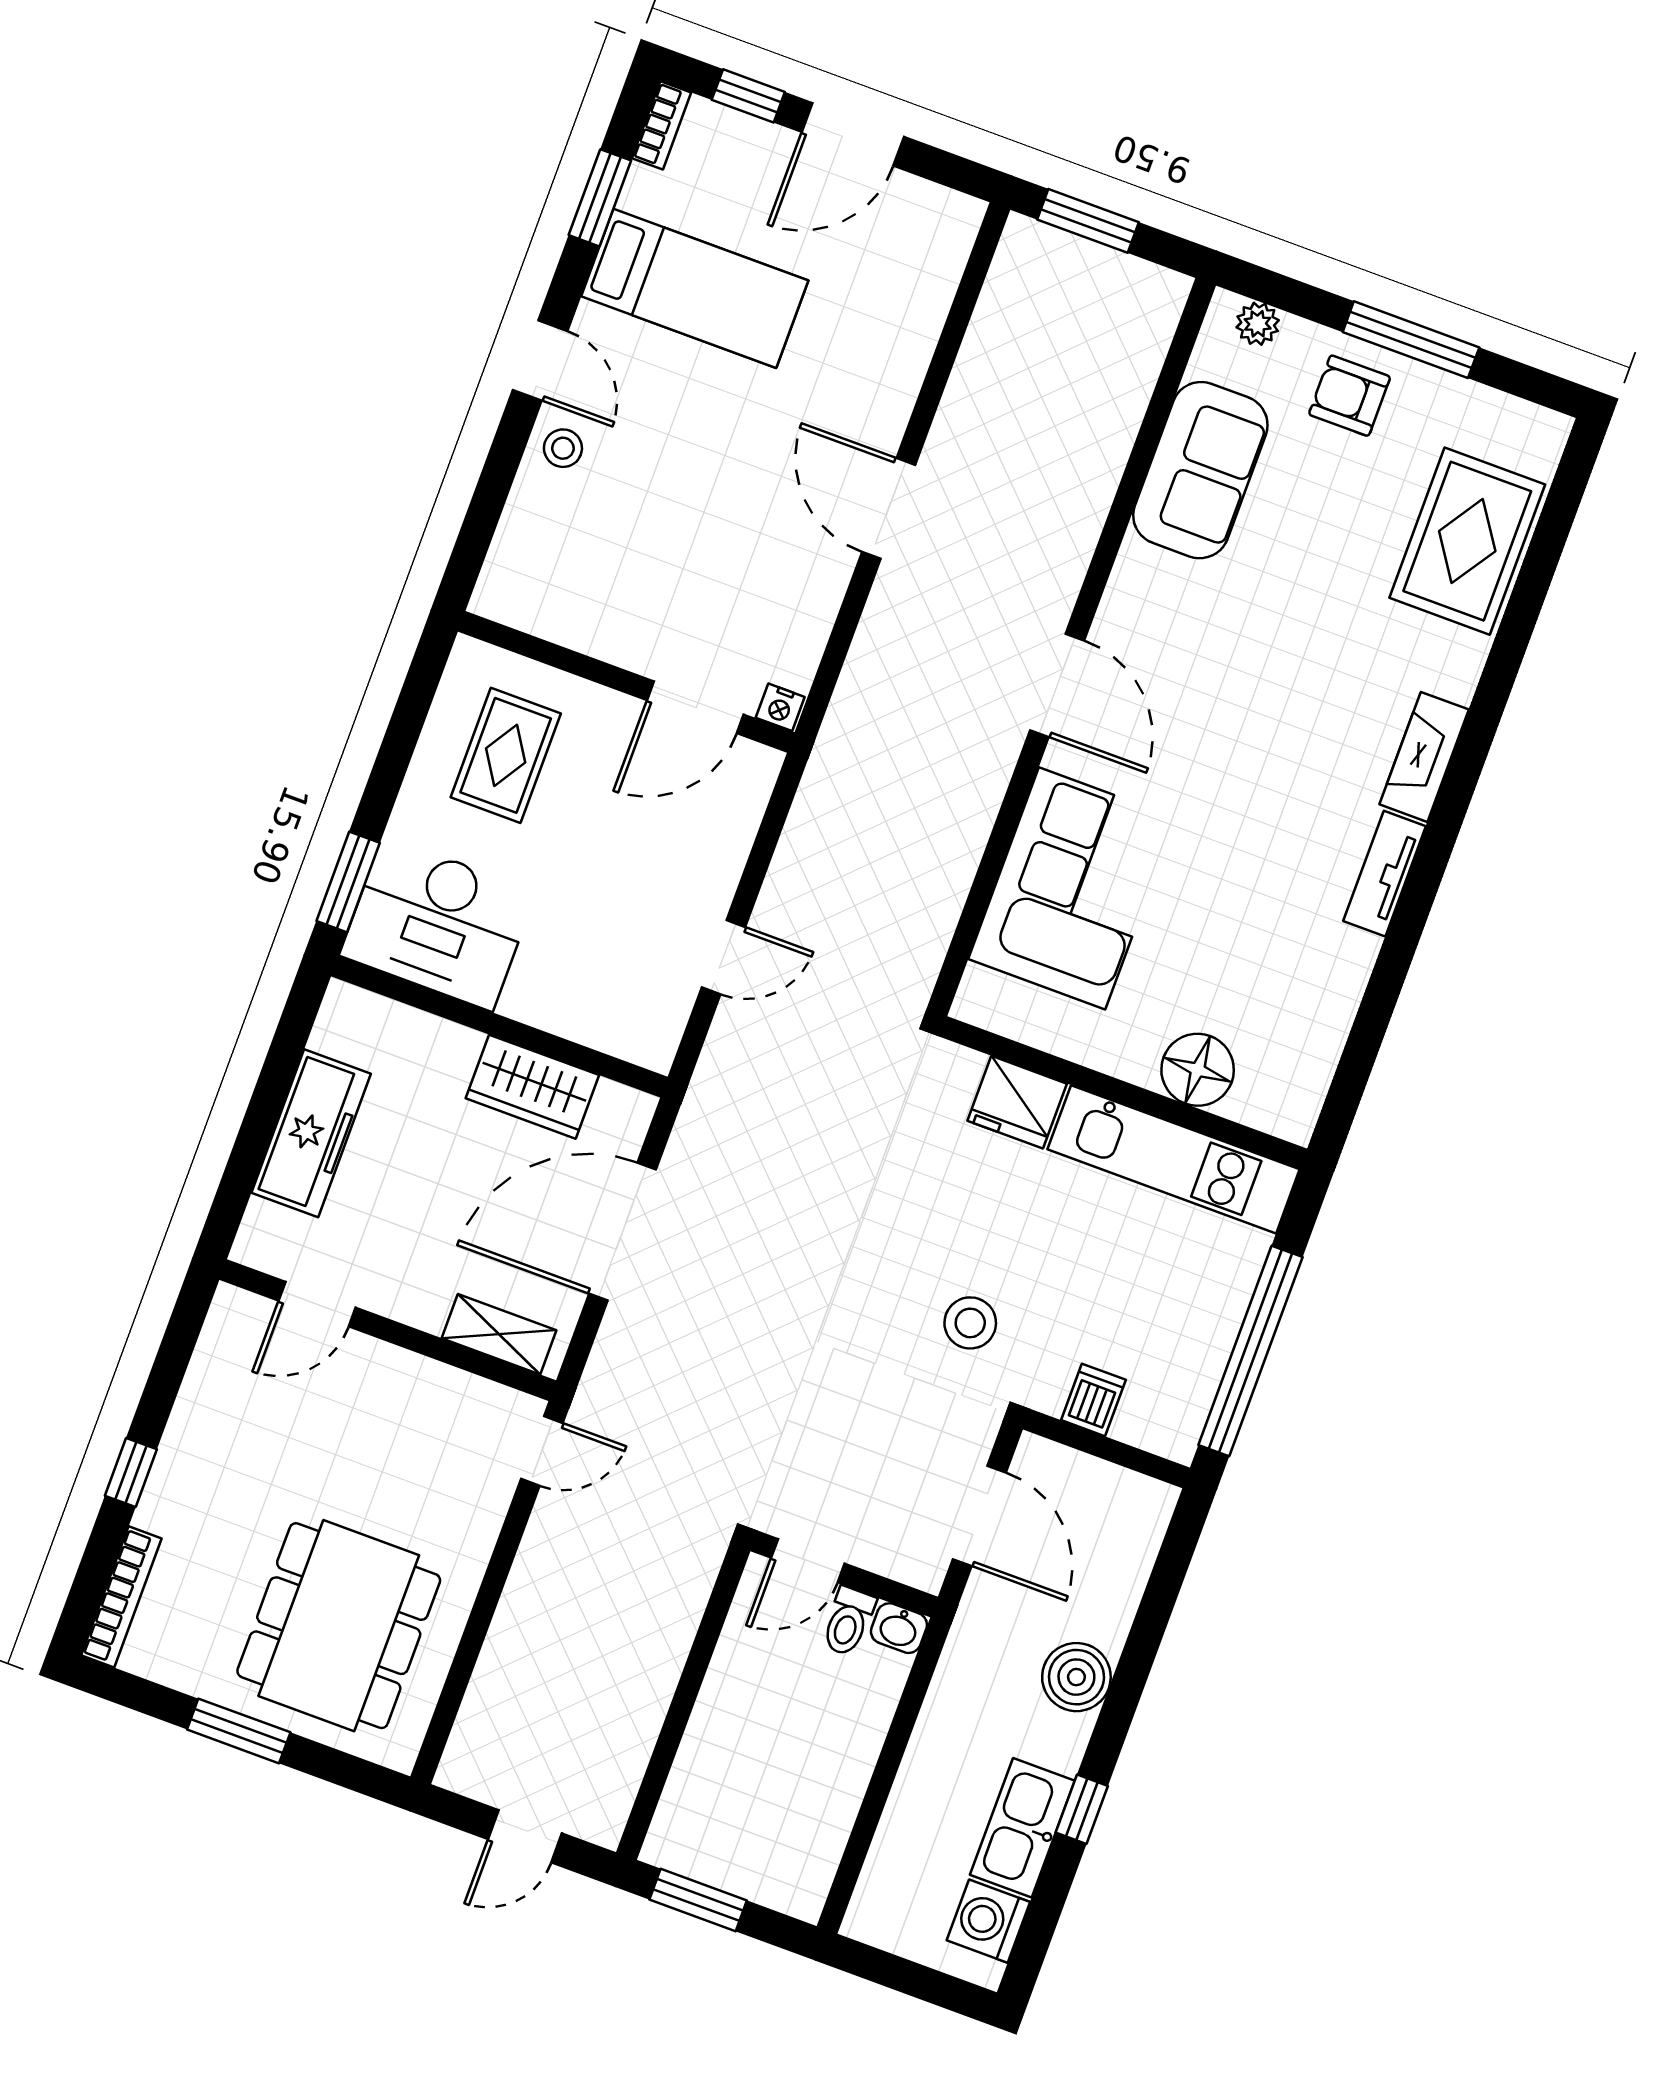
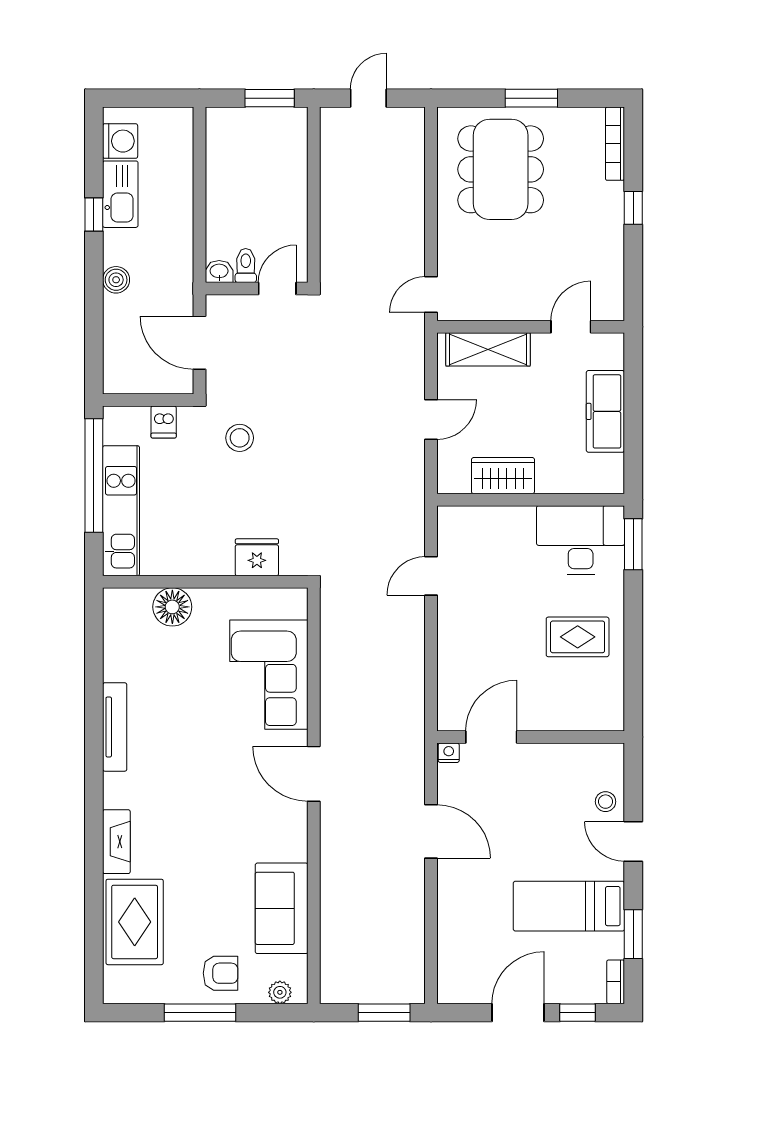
wall: (626, 682) -> (531, 737), moved
door: (695, 707) -> (491, 737), moved
nightstand: (780, 707) -> (449, 753), moved
rug: (506, 755) -> (578, 637), turned 90
fireplace: (1424, 757) -> (116, 842), moved
tv unit: (1385, 874) -> (115, 727), width x1.41
kitchen unit: (1174, 1159) -> (121, 511), moved, turned 90
door: (623, 1232) -> (431, 420), width x0.53
shelving: (499, 1334) -> (488, 349), width x1.50, depth x1.33
boiler: (1076, 1677) -> (116, 280), width x0.73, depth x0.73

